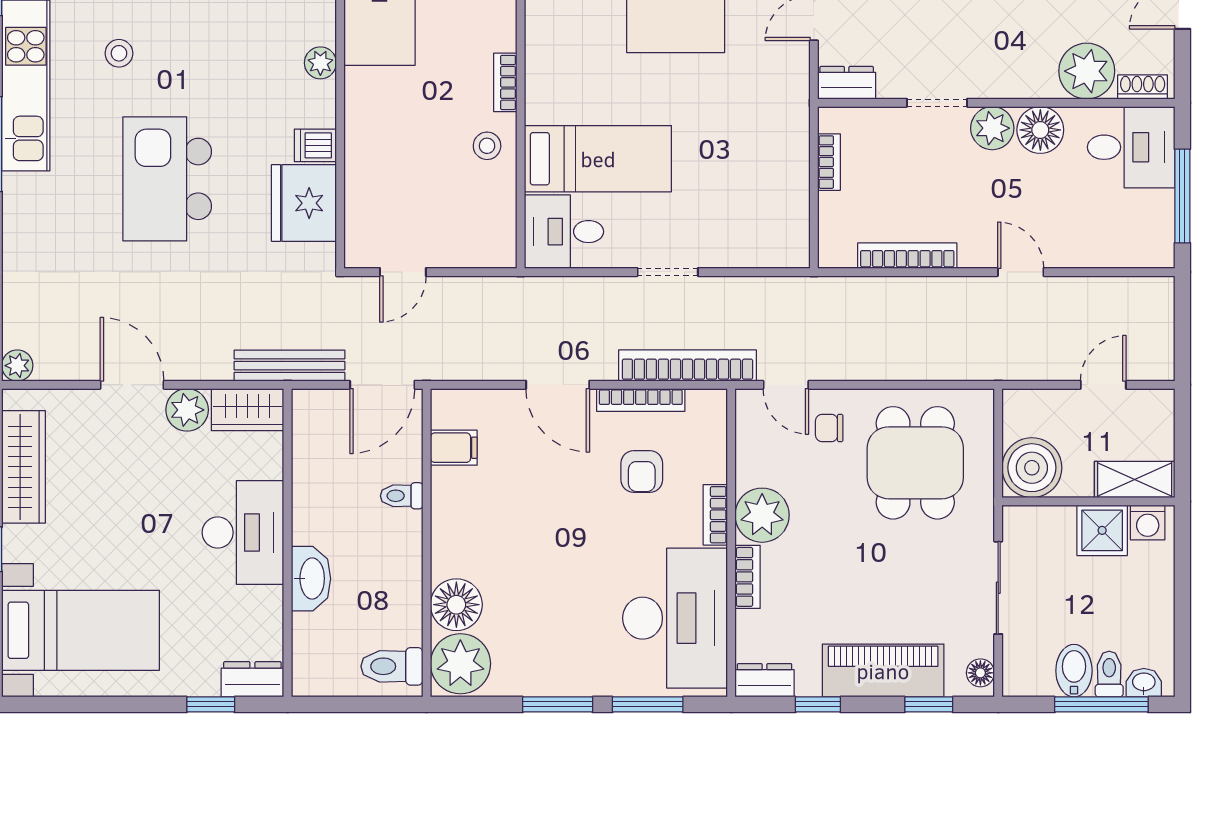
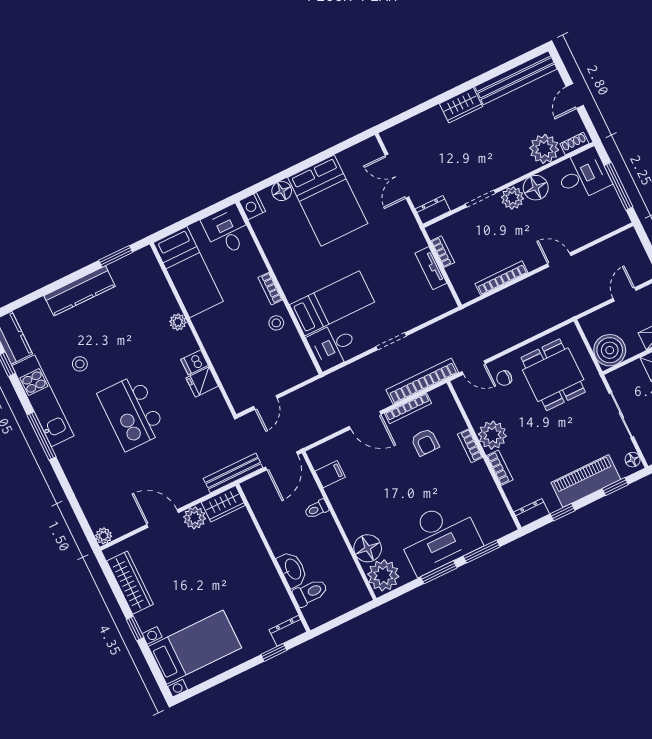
tv unit: (795, 180) -> (431, 268), added
fridge: (304, 203) -> (202, 382), width x0.53, depth x0.75
desk: (243, 533) -> (249, 563), removed
desk: (675, 618) -> (439, 537), moved, turned 90
toilet: (392, 666) -> (310, 592), moved, turned 180

